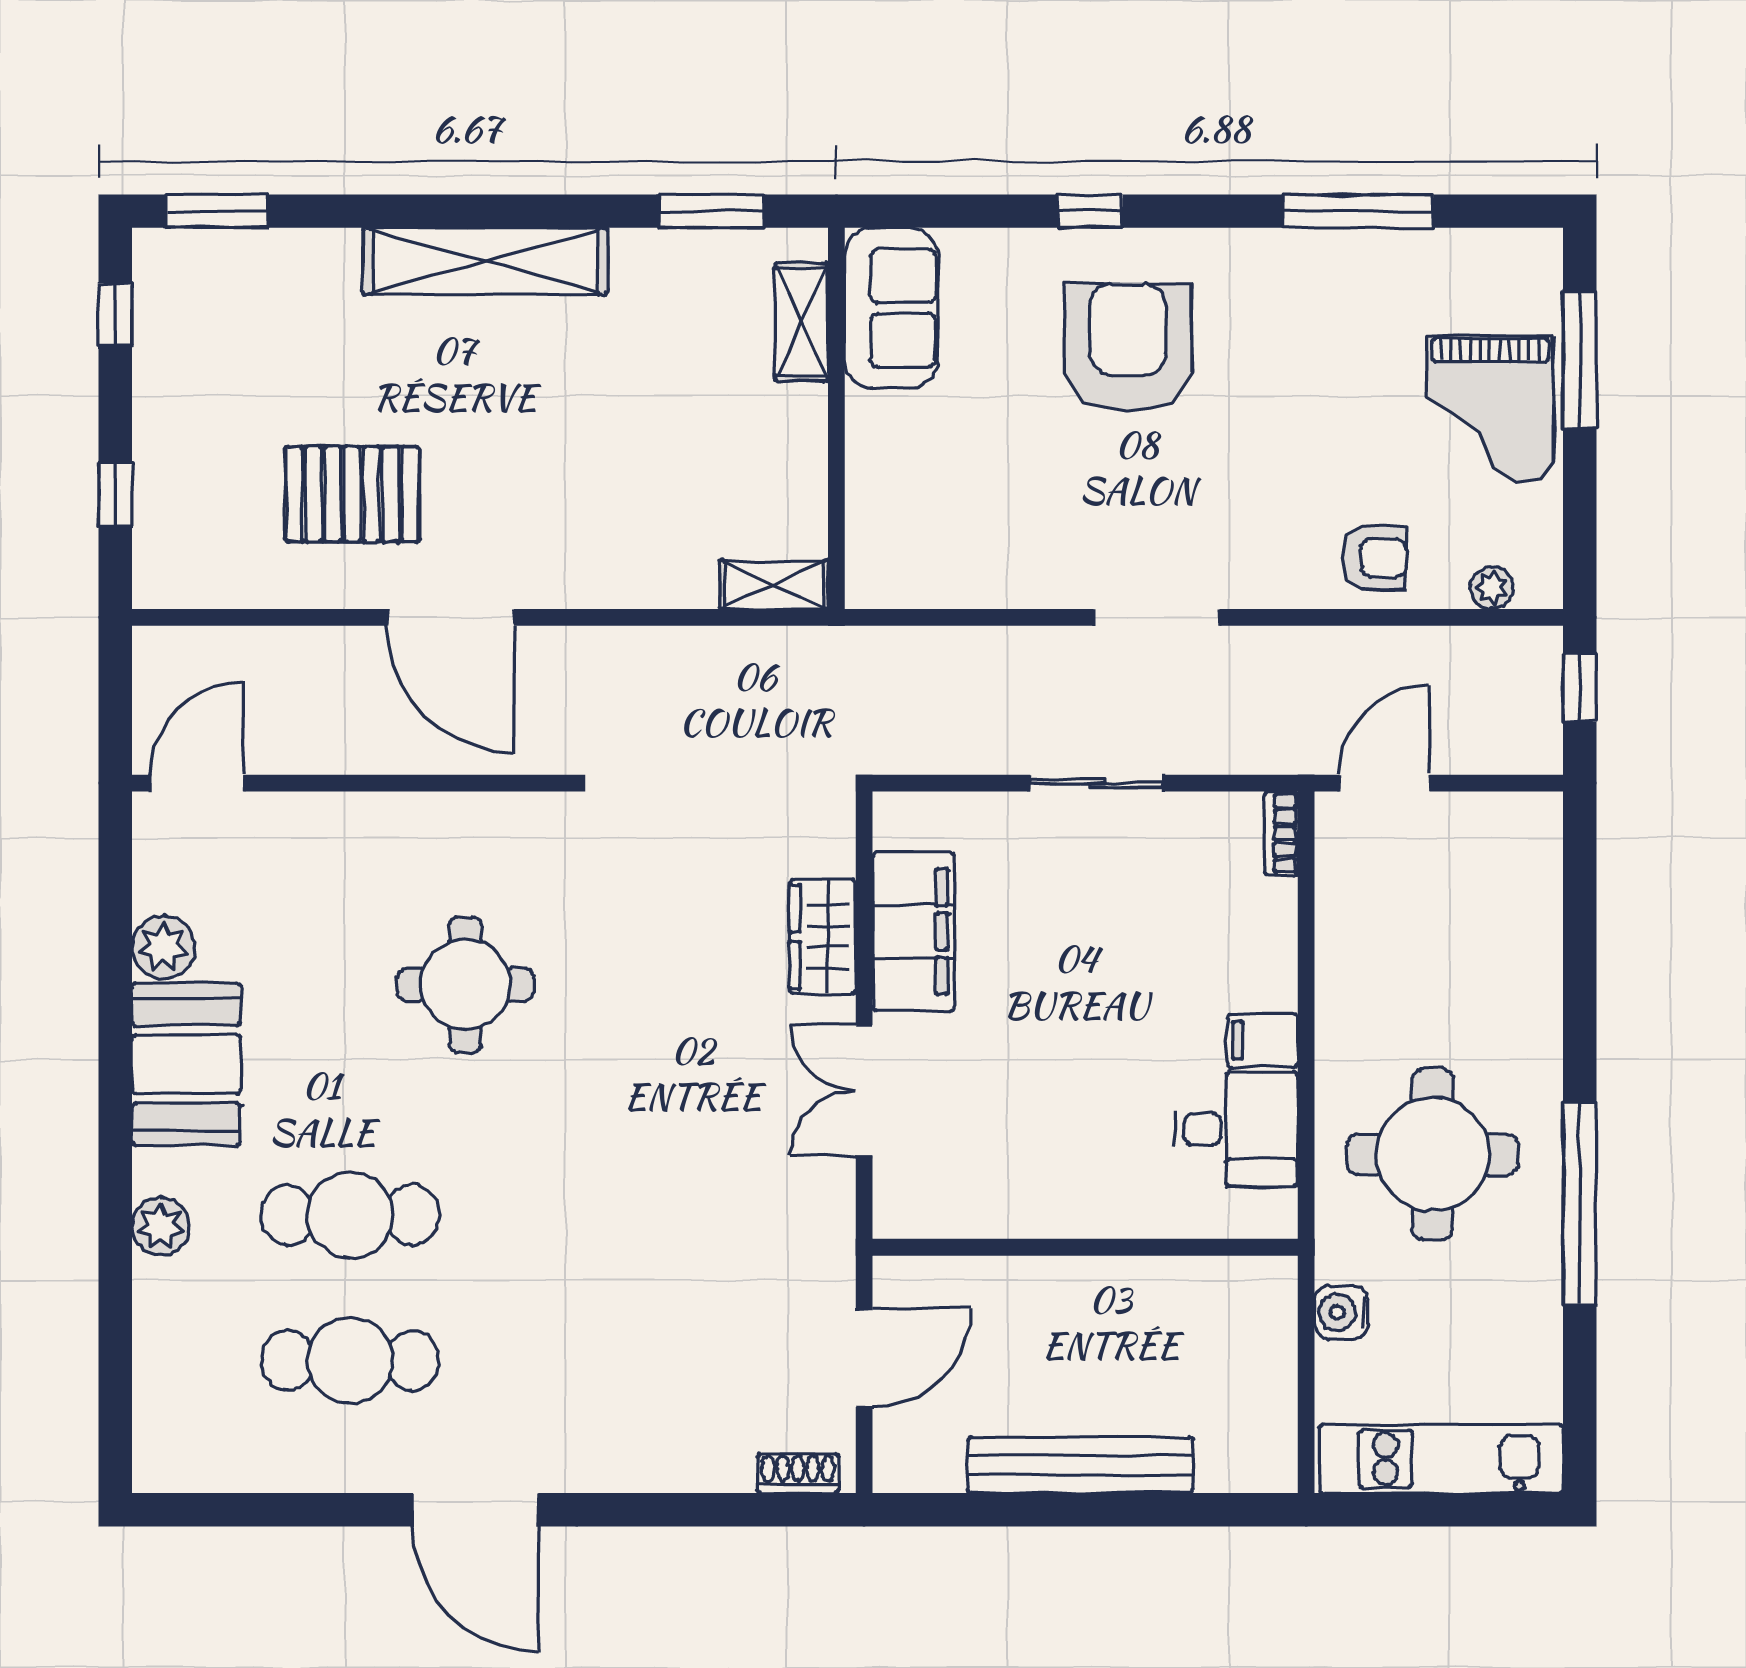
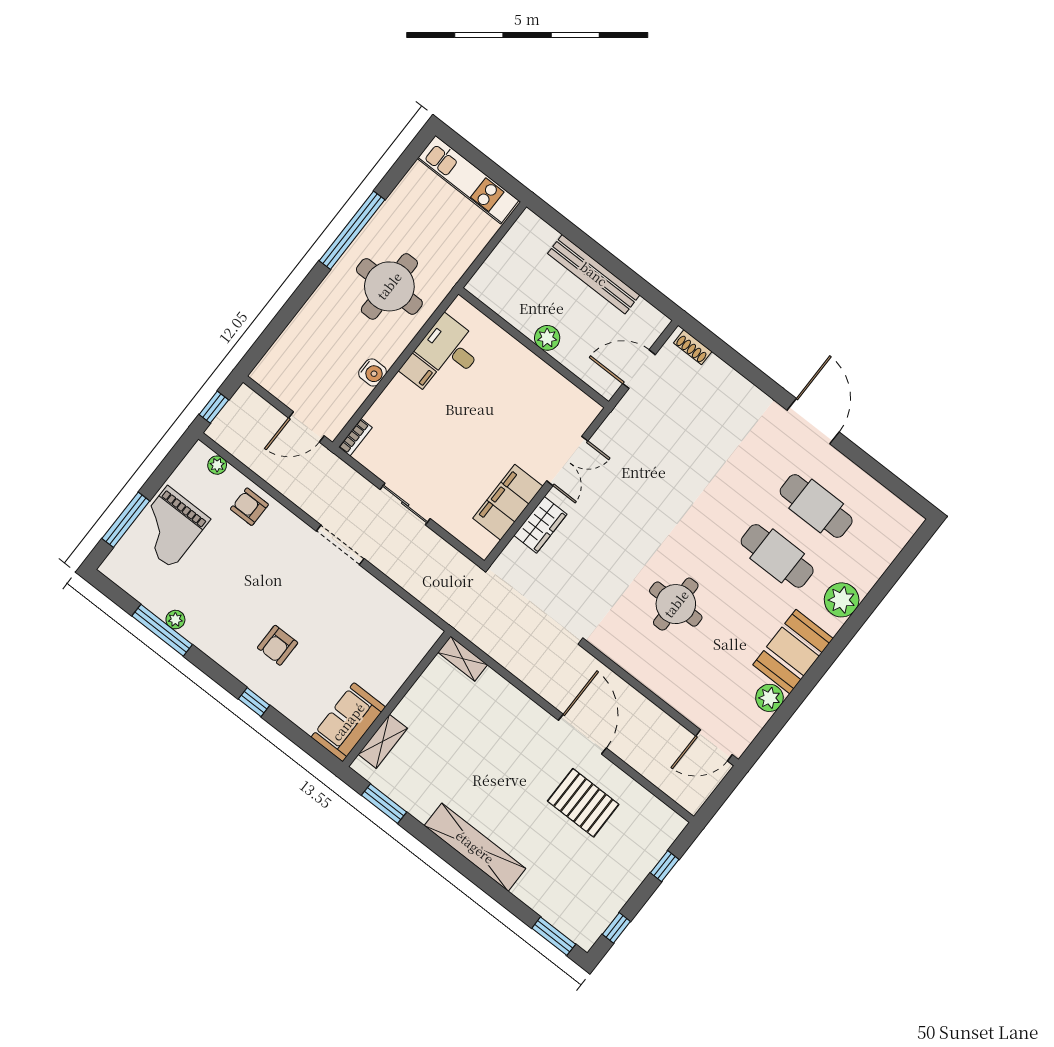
plant: (1349, 249) -> (175, 620), added
armchair: (1128, 347) -> (278, 645), width x0.53, depth x0.53
grand piano: (1490, 409) -> (170, 527), turned 180
plant: (161, 1227) -> (842, 600), width x1.36, depth x1.36
plant: (1074, 1284) -> (547, 338), added
water cooler: (1342, 1312) -> (372, 373), moved

